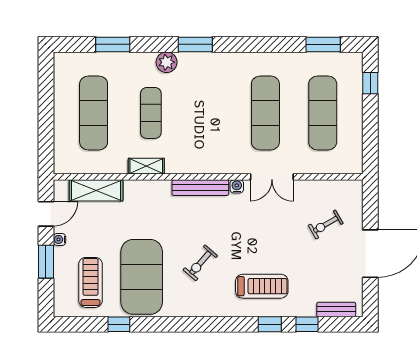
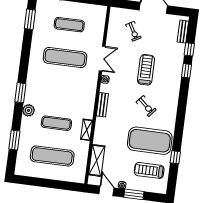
exercise mat: (323, 113) -> (69, 25), width x0.73, depth x0.69
bench: (200, 188) -> (102, 105), width x0.73
treadmill: (262, 286) -> (146, 70), moved

